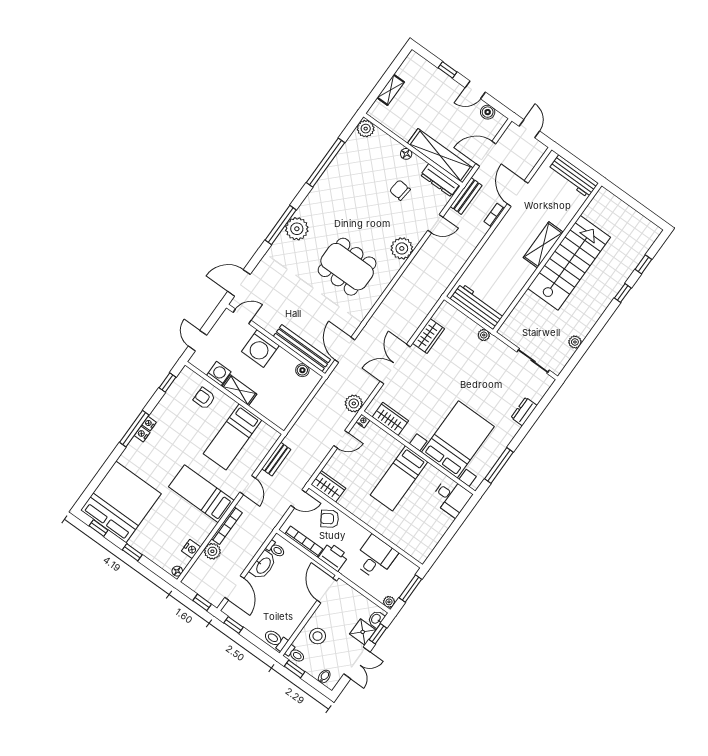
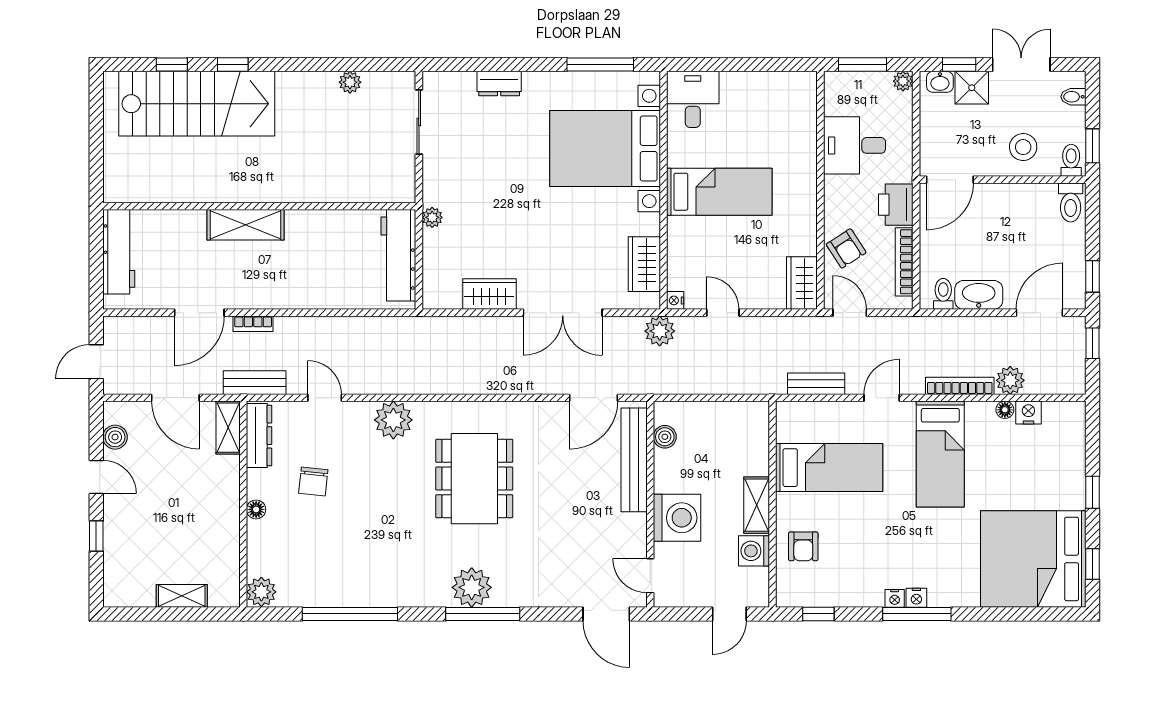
shelving: (440, 156) -> (228, 428), width x0.45, depth x0.75
stairs: (569, 263) -> (197, 104), moved, turned 180
floor lamp: (177, 571) -> (1005, 410), moved

